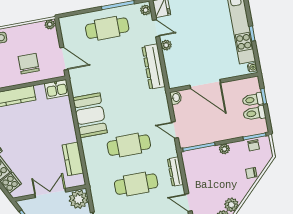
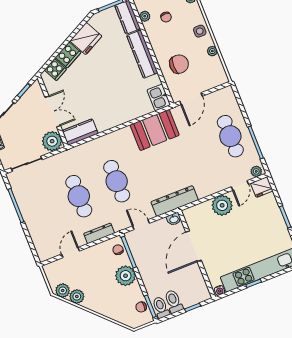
plant: (50, 24) -> (212, 51), moved
plant: (166, 45) -> (222, 205), width x1.88, depth x1.88
dresser: (154, 67) -> (175, 201), moved
toilet: (253, 100) -> (161, 307), moved
booth: (90, 115) -> (155, 130), moved
door: (175, 130) -> (141, 225), hinge flipped
plant: (224, 149) -> (126, 276), width x1.87, depth x1.87
kitchen counter: (73, 159) -> (80, 132), moved
chair: (251, 173) -> (118, 250), moved

